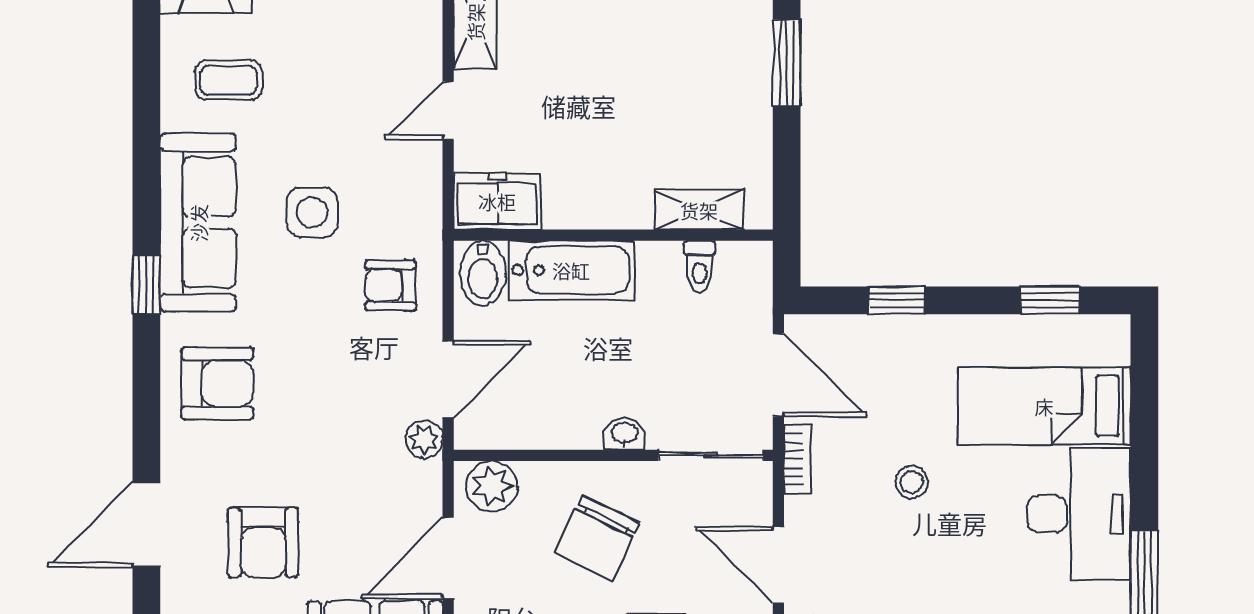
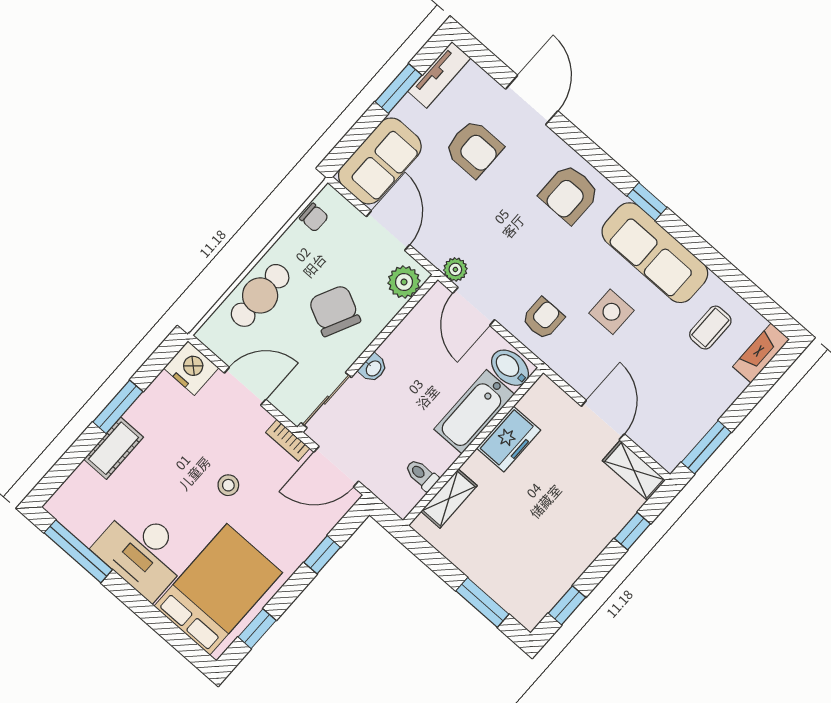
door: (448, 110) -> (603, 420), width x1.38
freezer: (497, 201) -> (509, 439), moved
bed: (1044, 406) -> (218, 589), width x1.50
armchair: (263, 542) -> (474, 149), turned 180

